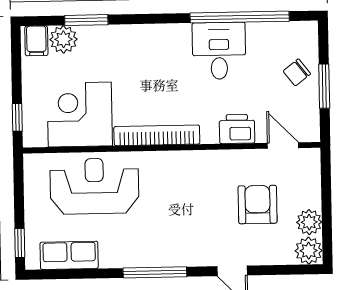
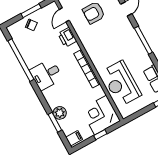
plant: (63, 39) -> (60, 113), moved
desk: (219, 51) -> (46, 74), moved
corner desk: (80, 114) -> (101, 115), moved, turned 90
window: (17, 117) -> (100, 135), moved

